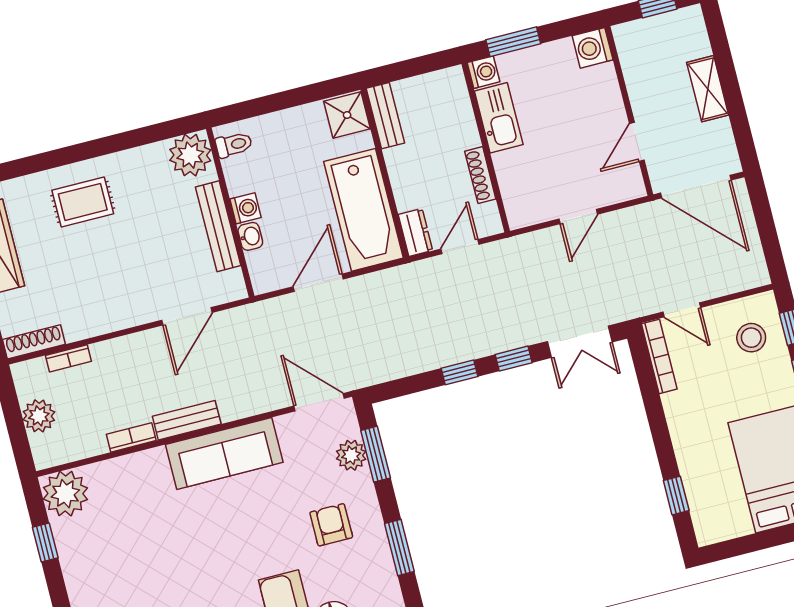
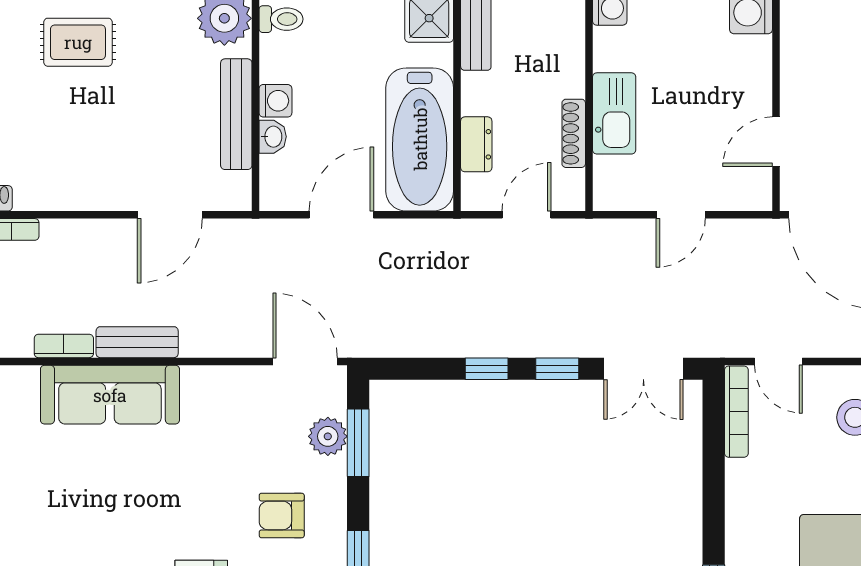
kitchen sink: (499, 118) -> (614, 113), moved
dresser: (415, 233) -> (476, 144), moved
sofa: (224, 453) -> (110, 395), moved
armchair: (331, 525) -> (282, 515), turned -90

